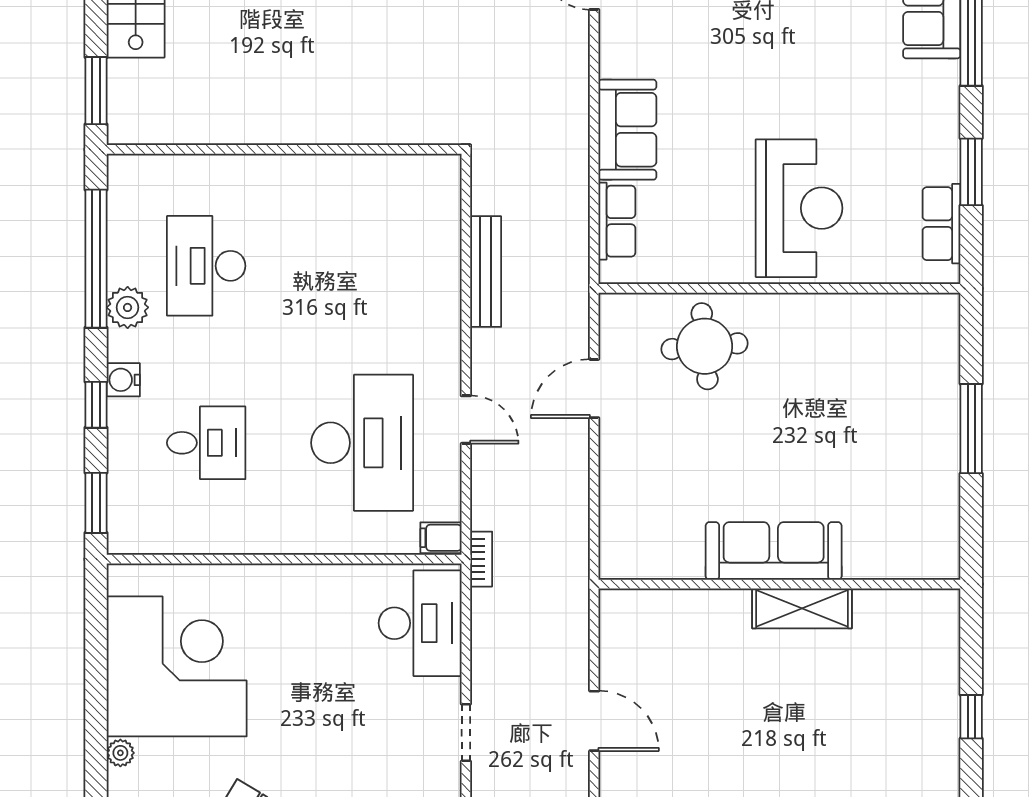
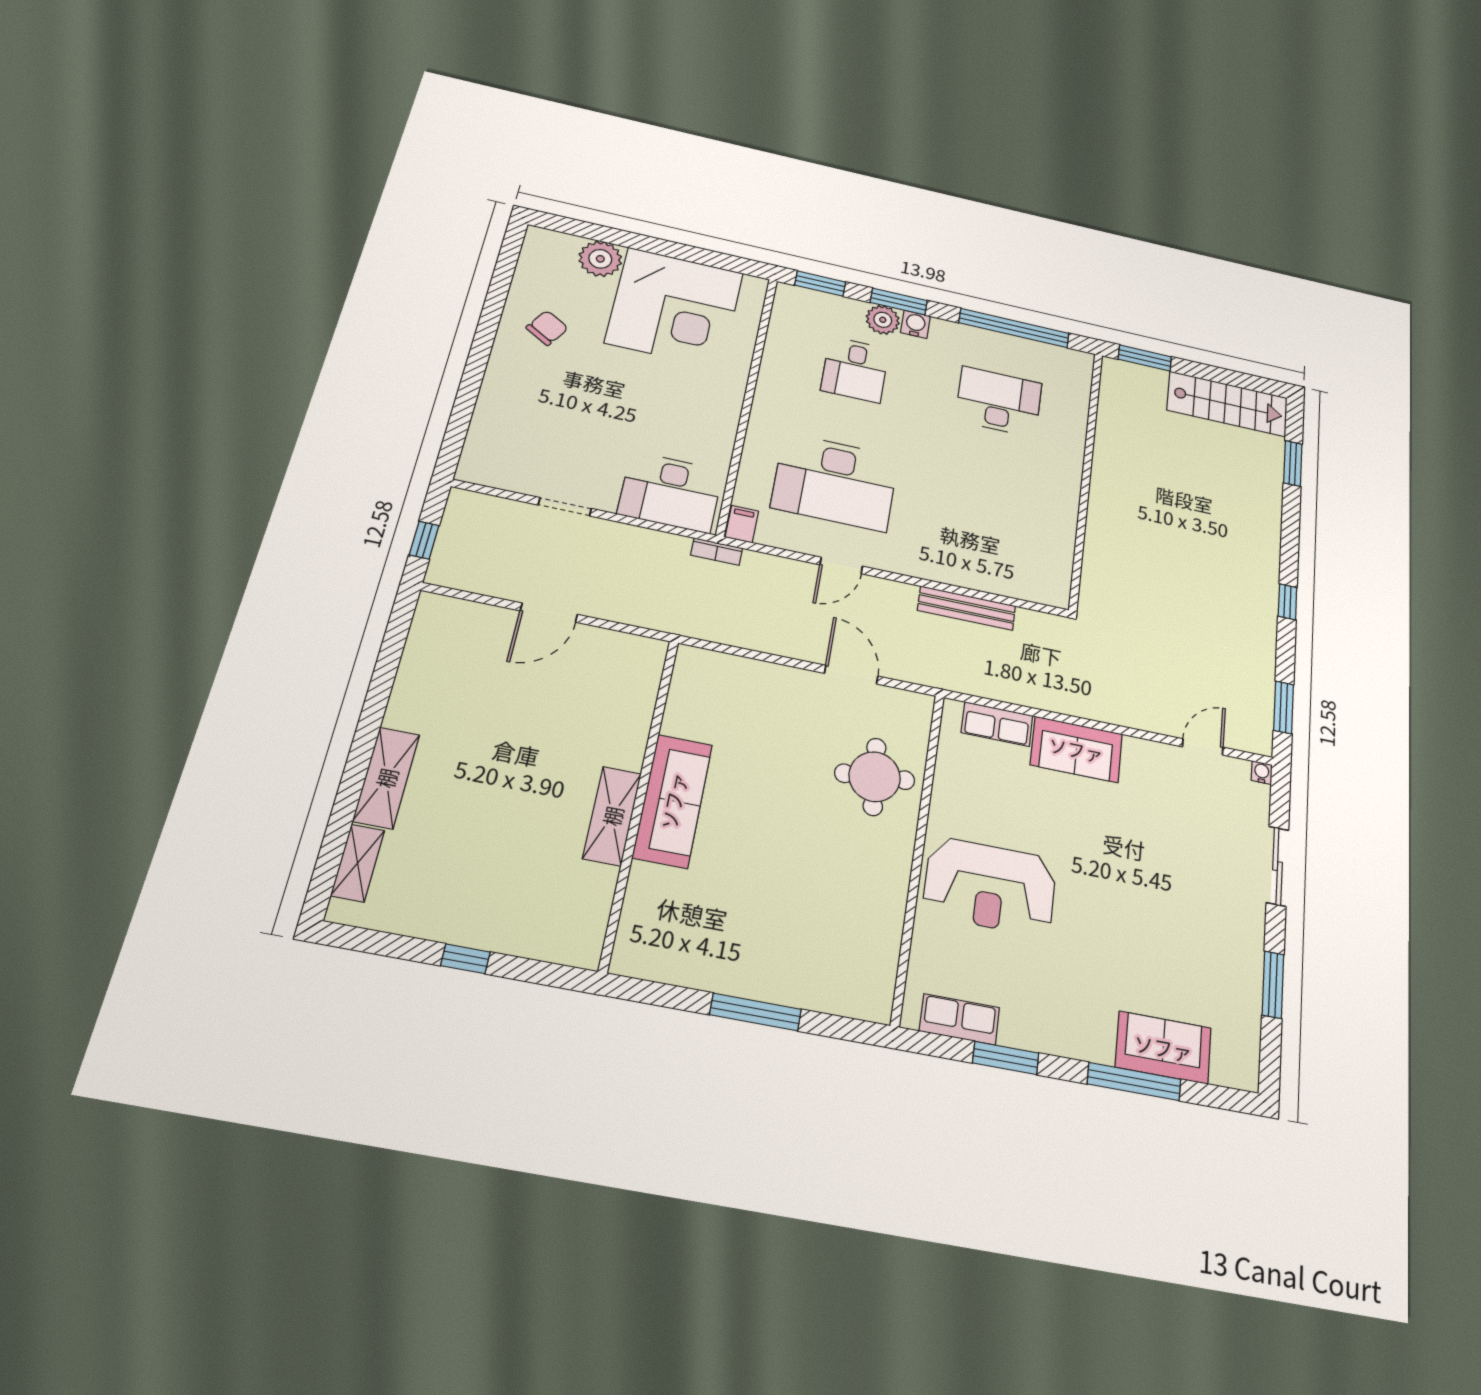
plant: (128, 307) -> (883, 320), moved
window: (96, 405) -> (899, 302), width x1.50
plant: (120, 753) -> (600, 259), width x1.88, depth x1.88

